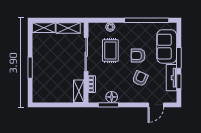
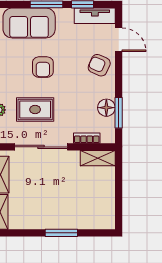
tv unit: (171, 78) -> (95, 16), moved
armchair: (140, 79) -> (99, 65), moved

